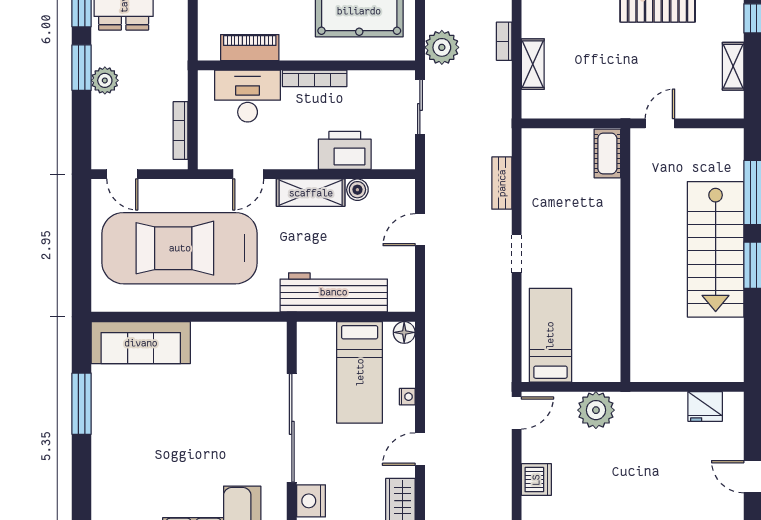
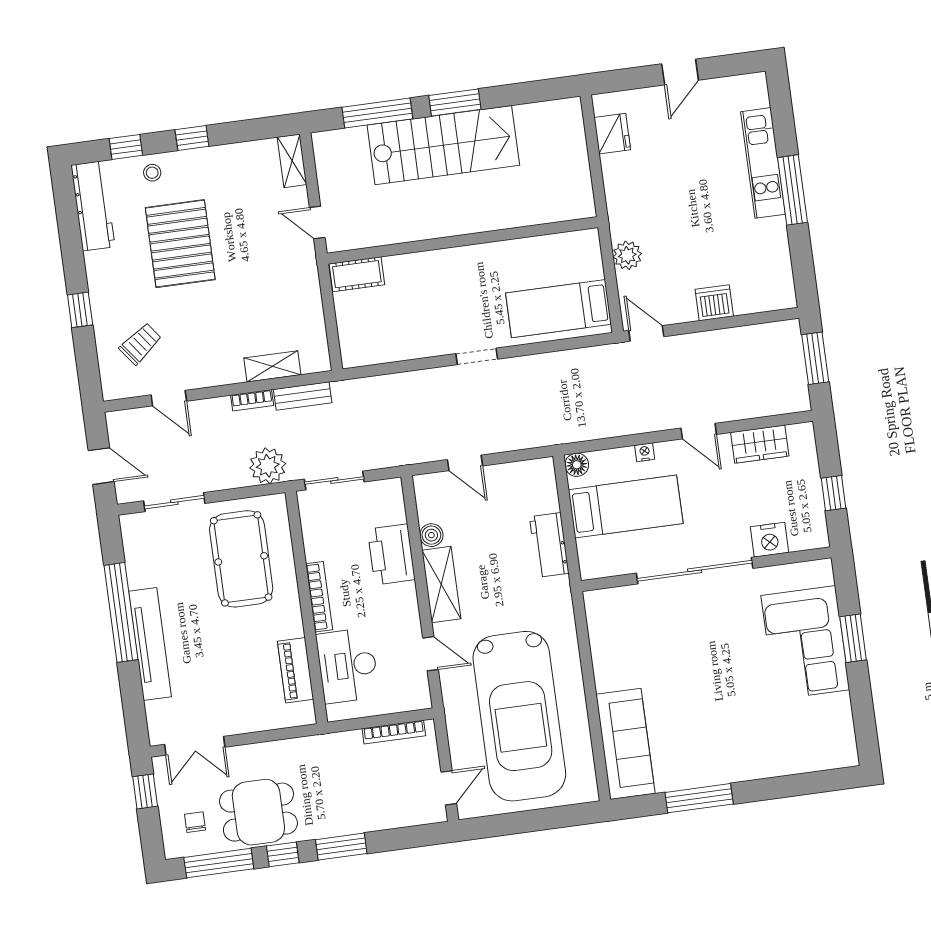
shelving: (733, 66) -> (292, 161), moved, turned 90
plant: (105, 80) -> (351, 820), removed
bench: (502, 183) -> (303, 396), moved
workbench: (334, 292) -> (549, 545), width x0.53, depth x0.76
plant: (596, 410) -> (627, 255), width x0.73, depth x0.73

